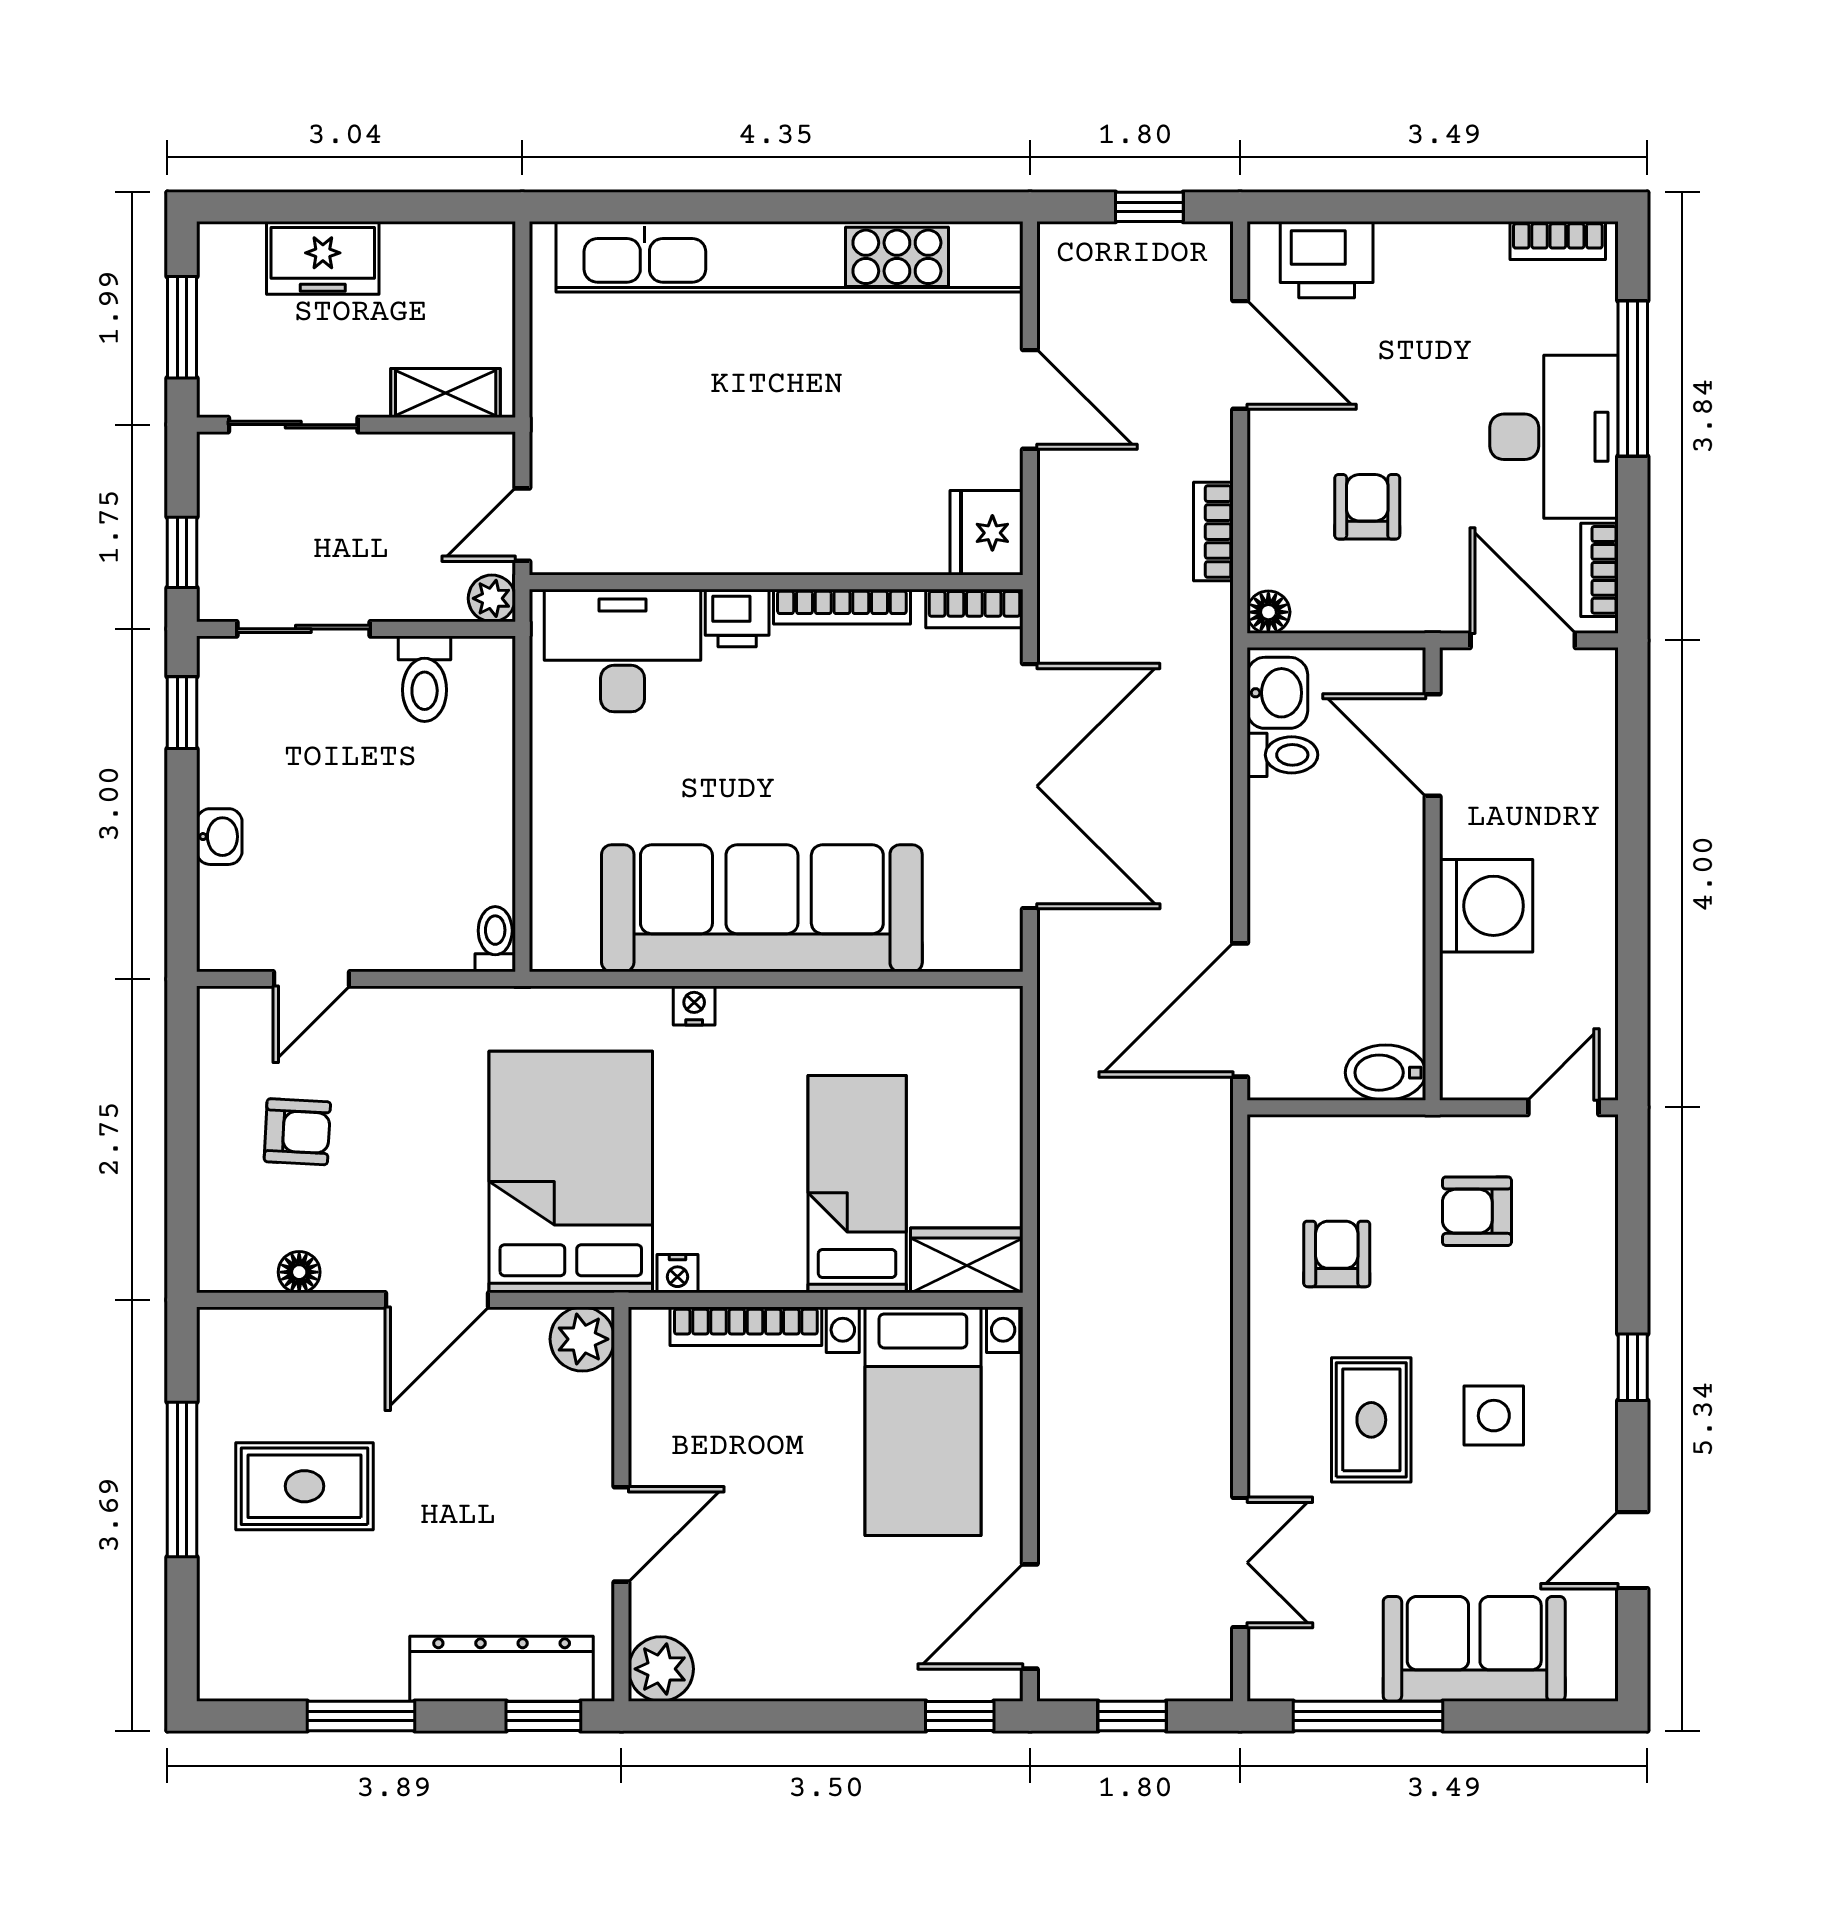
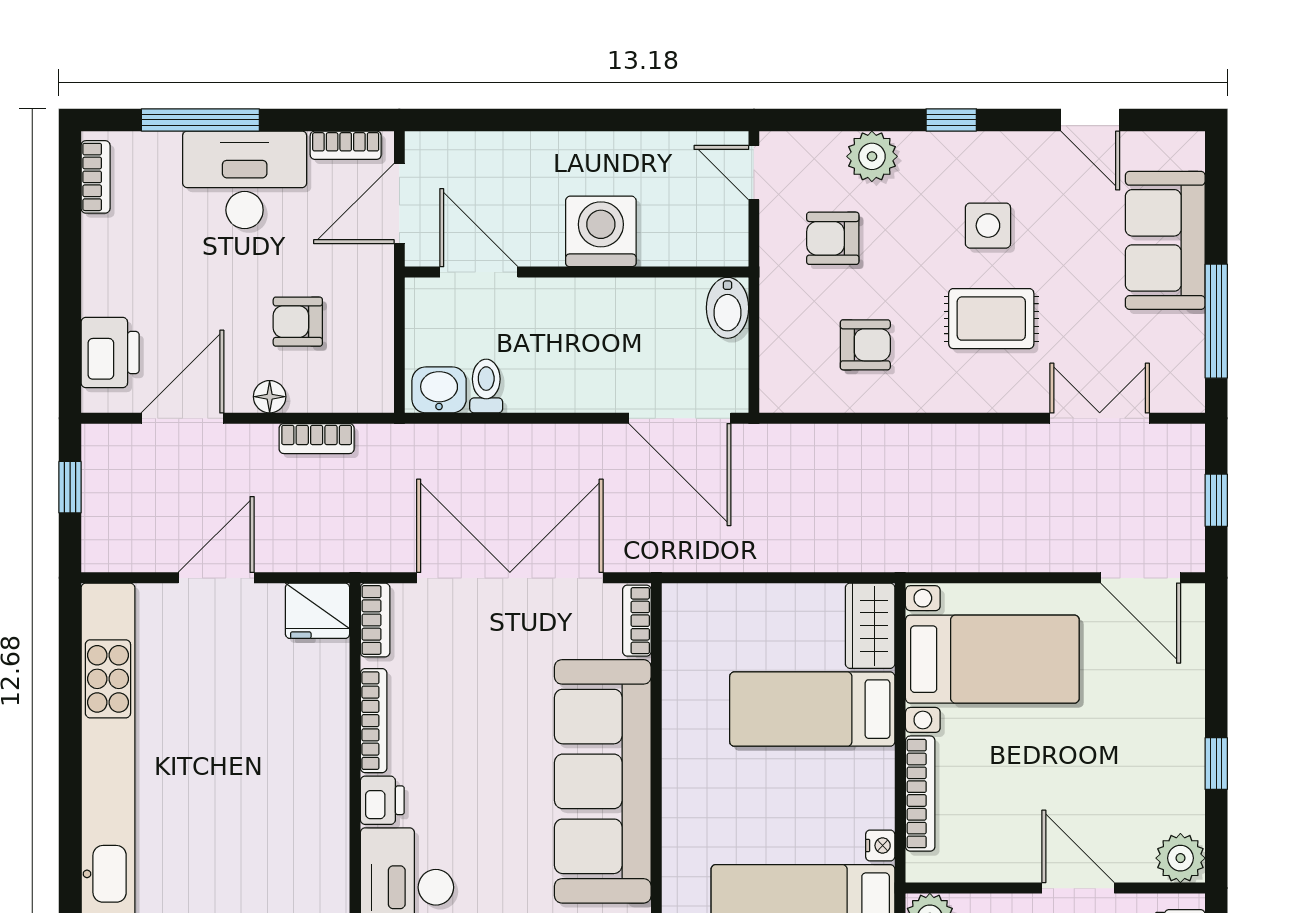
floor lamp: (1268, 612) -> (270, 397), moved
door: (1433, 745) -> (479, 272), swing flipped
bookcase: (974, 953) -> (637, 621), added
nightstand: (694, 1006) -> (677, 833), removed
armchair: (1477, 1211) -> (833, 238), turned 90
armchair: (1337, 1254) -> (865, 345), turned 180
plant: (1585, 1263) -> (872, 156), added
window: (960, 1716) -> (1216, 764), moved

